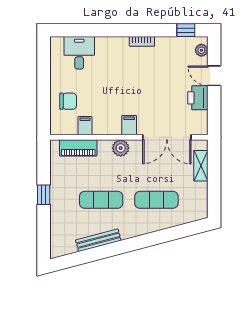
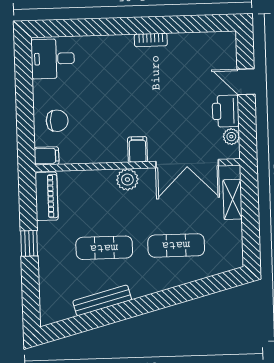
window: (186, 30) -> (208, 24), removed
plant: (201, 50) -> (231, 137), moved
desk: (79, 53) -> (53, 59), moved, turned -90
filing cabinet: (85, 126) -> (47, 156), moved, turned 90
piano: (78, 148) -> (47, 196), moved, turned -90

